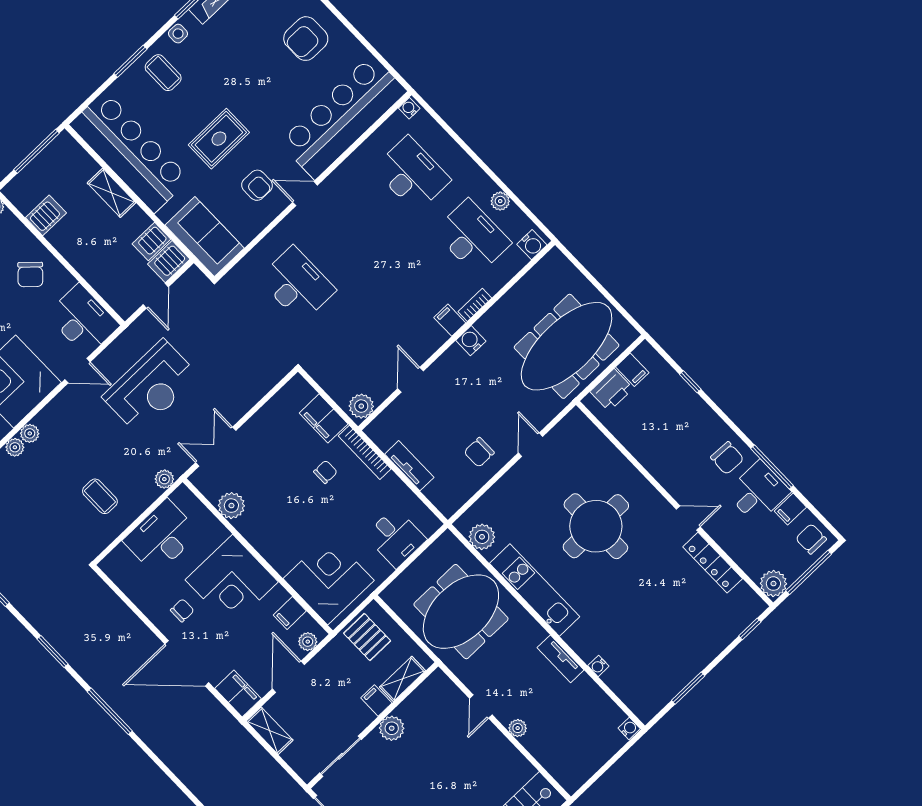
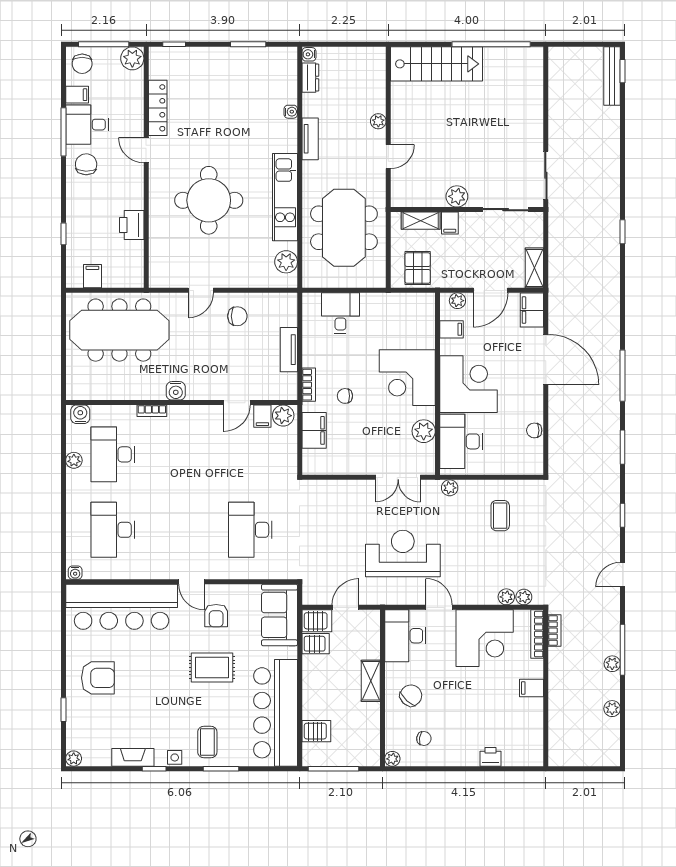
armchair: (257, 185) -> (216, 616), turned 180
shelving: (111, 193) -> (371, 681), moved
server rack: (46, 215) -> (316, 731), moved, turned 180
filing cabinet: (450, 320) -> (262, 416), moved
printer: (612, 390) -> (132, 225), moved, turned -90
bookcase: (365, 452) -> (309, 385), width x0.64
desk: (161, 537) -> (461, 441), moved, turned 90
corner desk: (329, 580) -> (407, 378), moved
chair: (182, 610) -> (534, 430), moved
meeting table: (461, 612) -> (344, 228), turned 90
dresser: (609, 710) -> (310, 78), added

